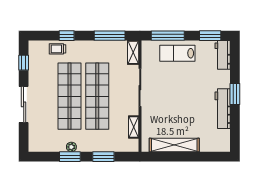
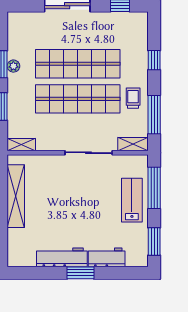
trolley: (58, 49) -> (133, 98), moved
workbench: (223, 55) -> (107, 257), moved
shelving: (134, 127) -> (21, 145), moved

